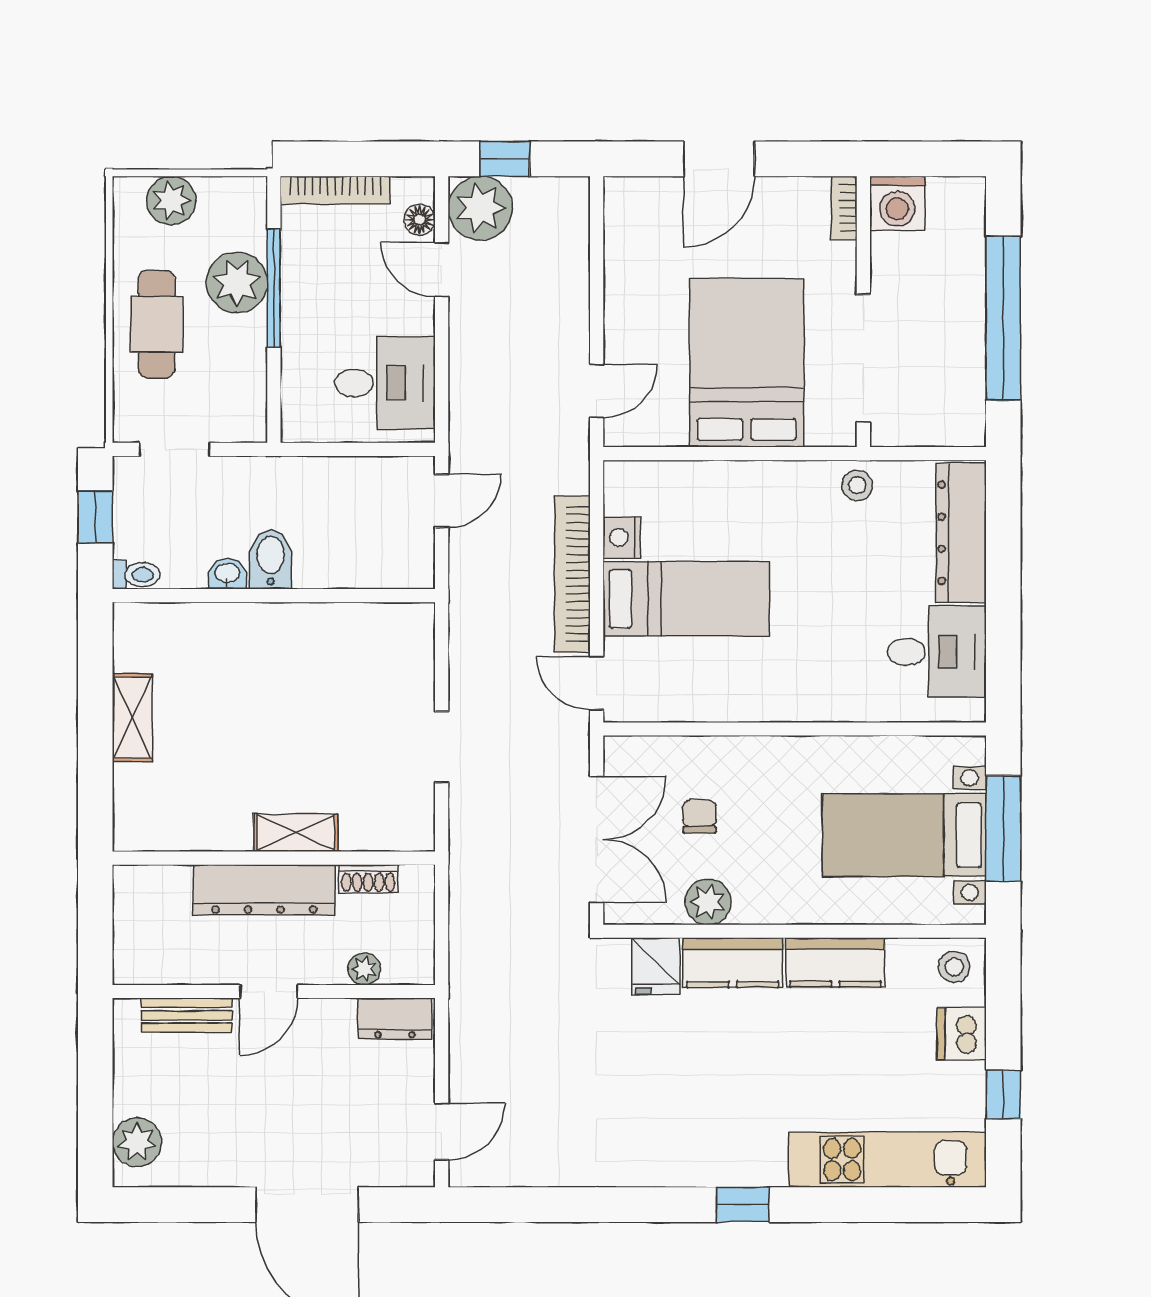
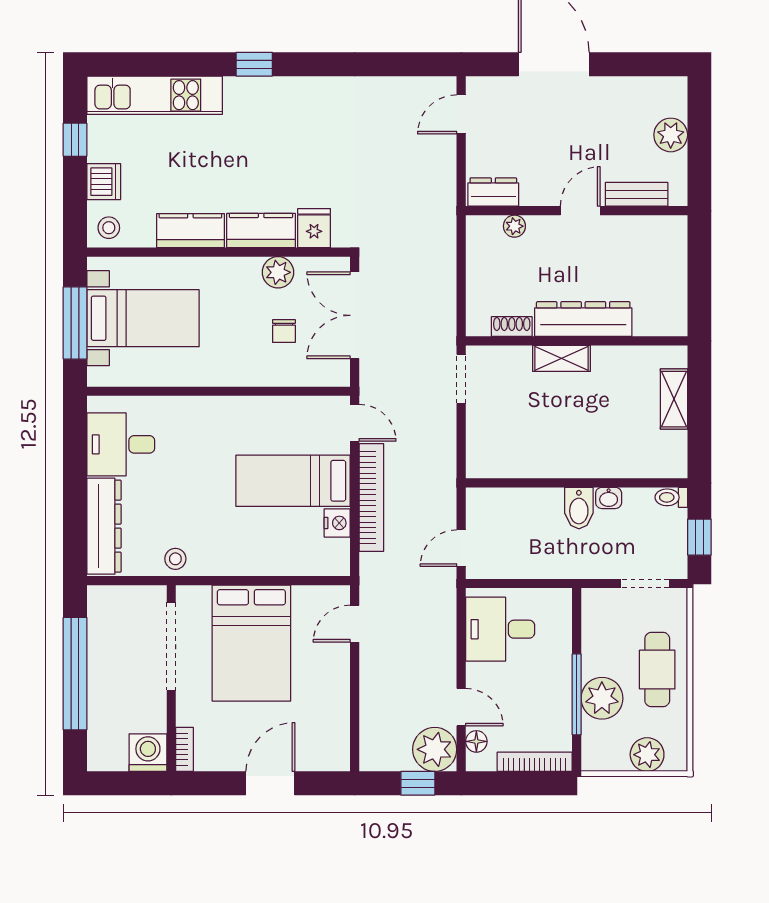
shelving: (296, 833) -> (562, 358), moved
wall: (274, 858) -> (577, 341), moved
shoe rack: (368, 879) -> (512, 327), moved
dresser: (264, 890) -> (583, 319), moved
plant: (137, 1142) -> (671, 135), moved

